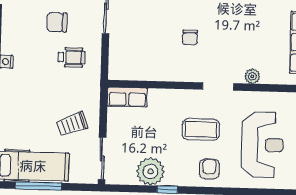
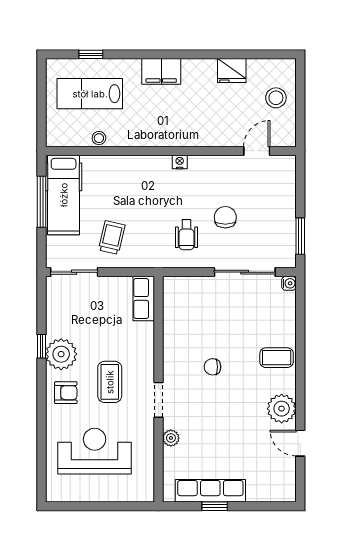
trolley: (72, 124) -> (112, 237), turned 34
reception desk: (262, 145) -> (95, 451), turned 180
plant: (150, 171) -> (61, 354), moved

